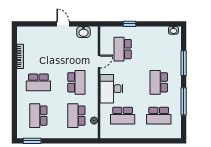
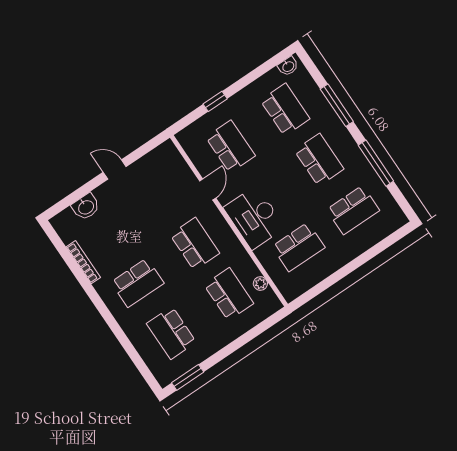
washbasin: (83, 32) -> (86, 207), moved
school desk: (123, 49) -> (230, 146), turned 180
school desk: (159, 49) -> (285, 110), added
school desk: (159, 82) -> (319, 160), turned 180
school desk: (76, 116) -> (229, 294), turned 180

